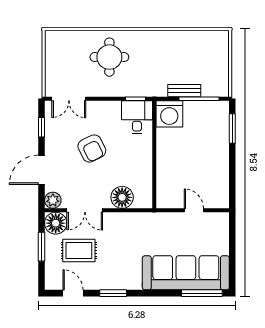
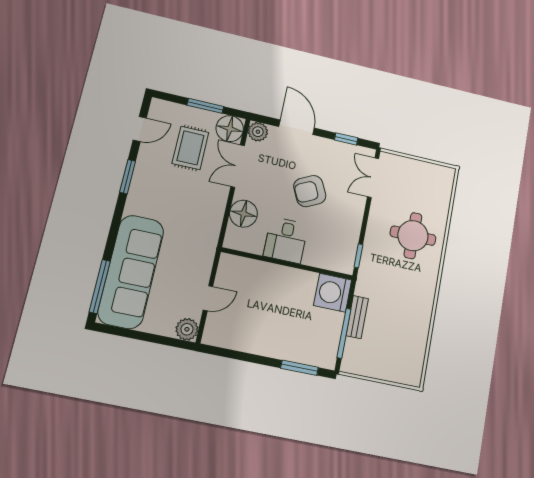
desk: (137, 117) -> (286, 240), moved, turned 90
plant: (221, 221) -> (187, 329), added

